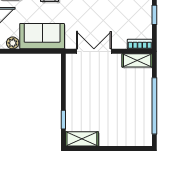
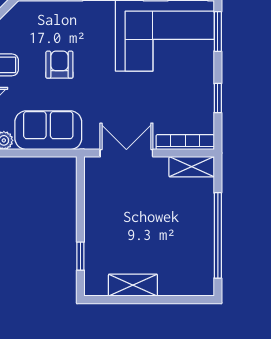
bookcase: (140, 44) -> (185, 142), width x1.56
shelving: (82, 139) -> (133, 285), moved

